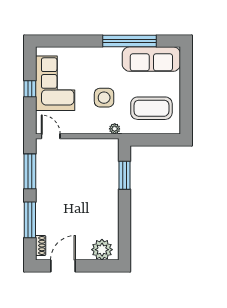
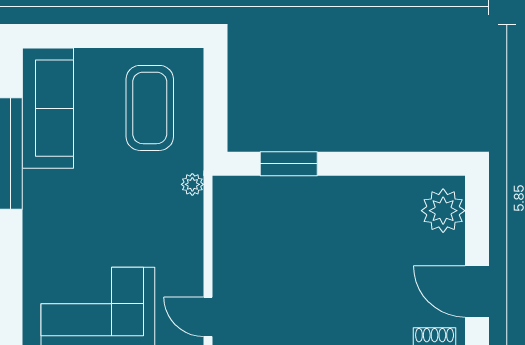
side table: (104, 98) -> (128, 206), removed
door: (51, 136) -> (208, 317), hinge flipped

